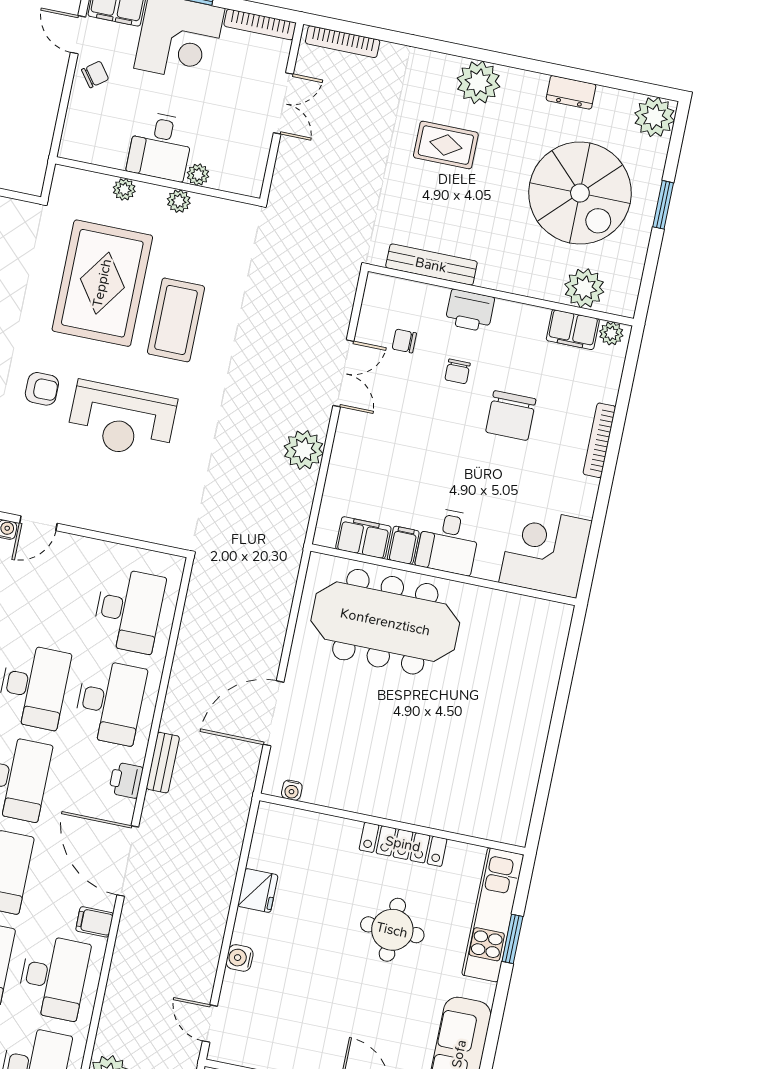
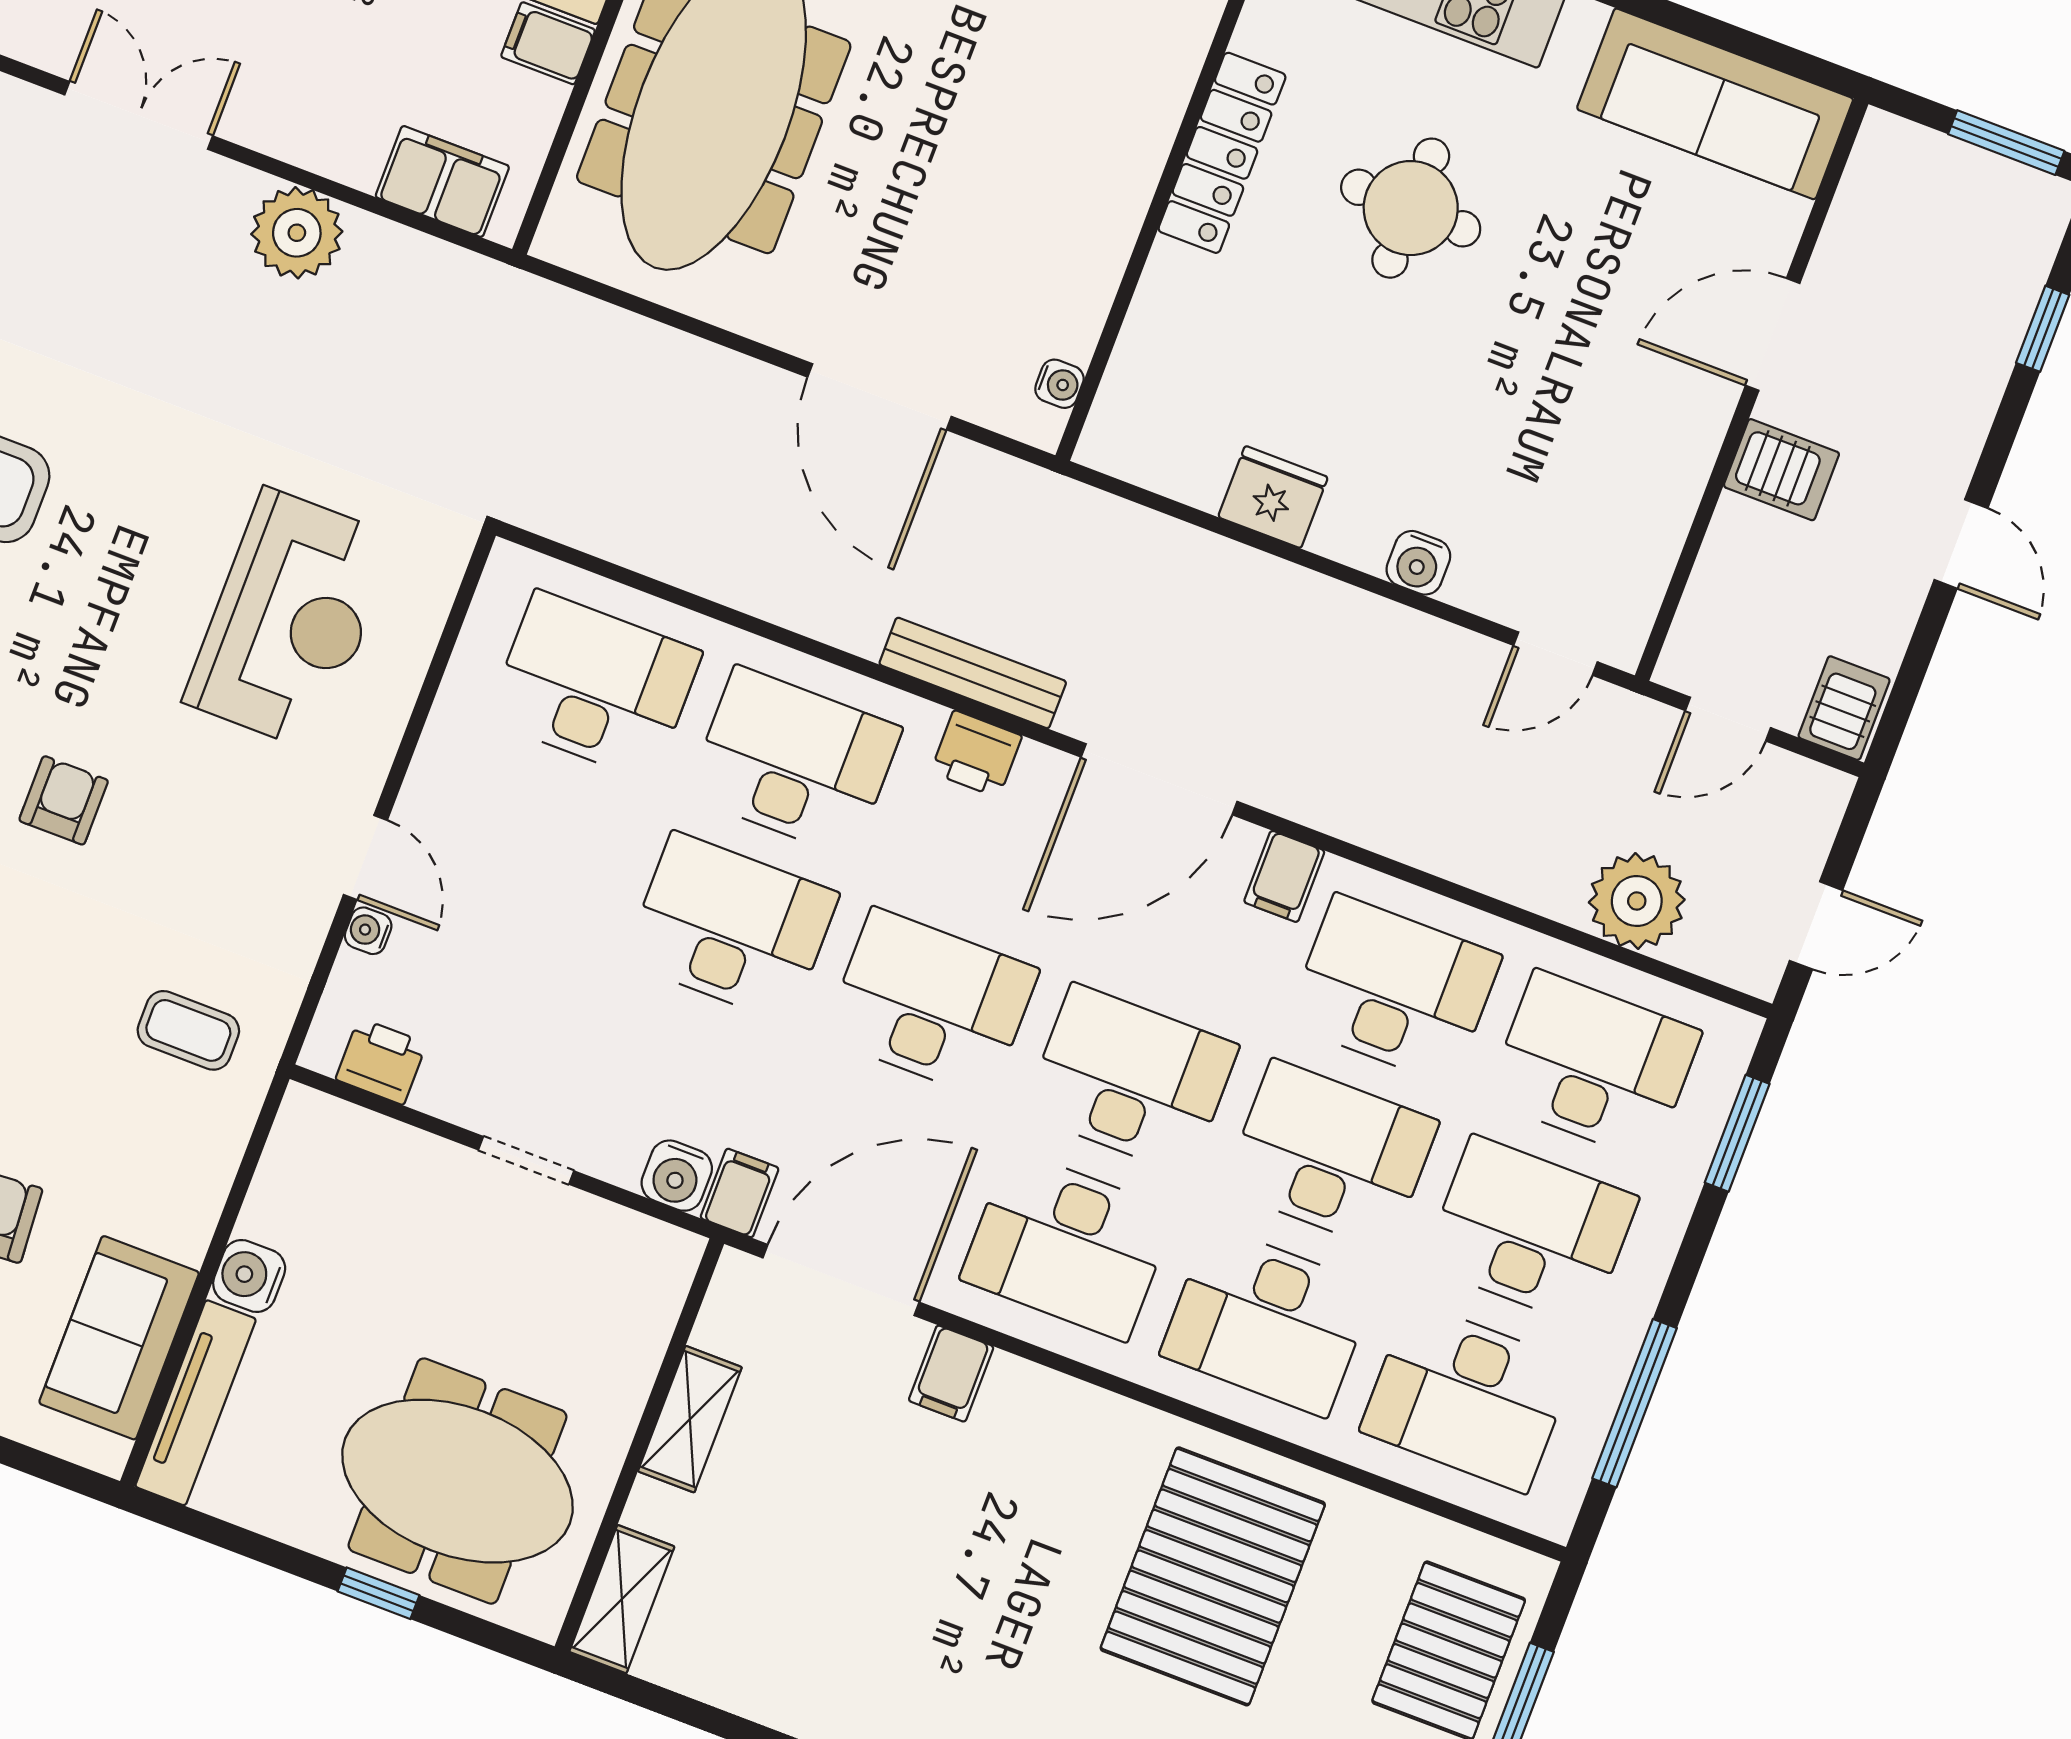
reception desk: (122, 420) -> (290, 619), moved
filing cabinet: (363, 538) -> (442, 181), moved, turned 90
bench: (163, 763) -> (973, 673), width x1.36

